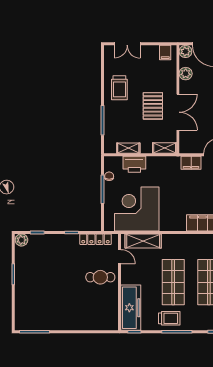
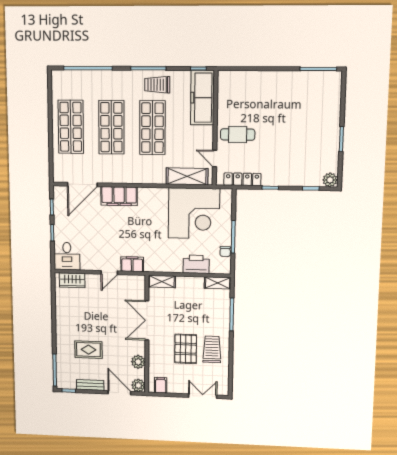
pallet: (153, 106) -> (186, 349), moved
shelving: (128, 148) -> (218, 283), moved

